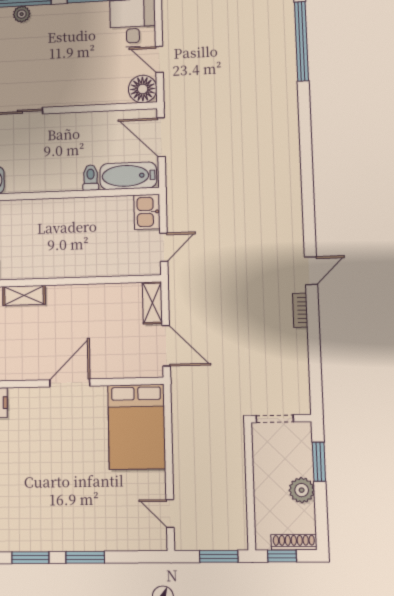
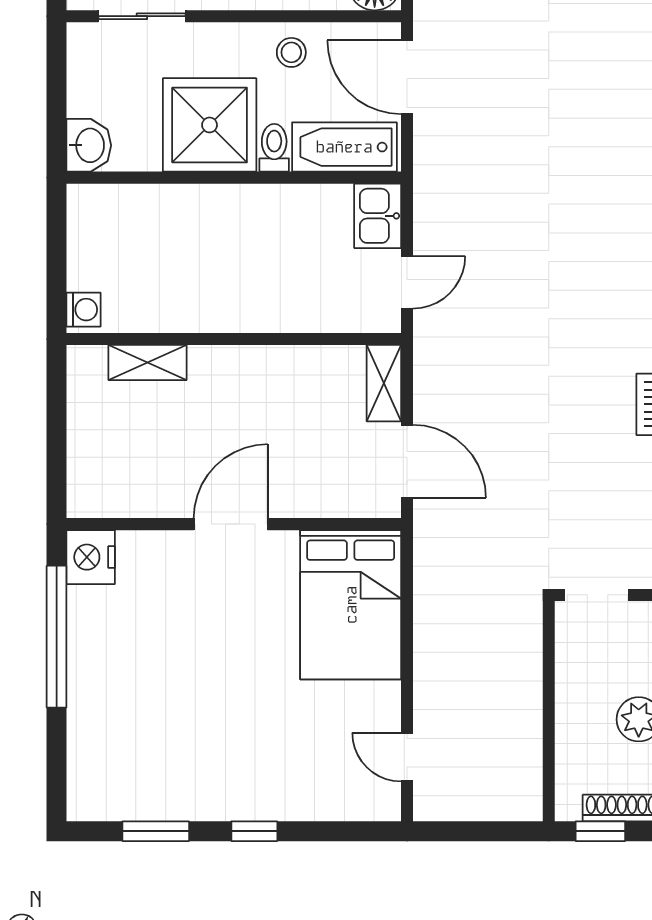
stool: (99, 127) -> (291, 52), added
shower: (56, 167) -> (210, 125), added
window: (219, 556) -> (491, 831), removed
window: (85, 557) -> (254, 831), width x0.67

